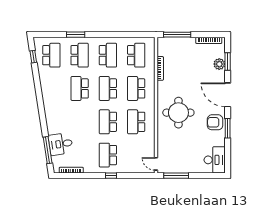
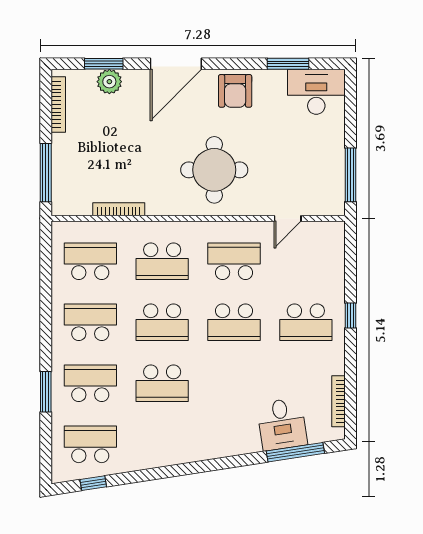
school desk: (136, 122) -> (234, 261), turned 180
window: (228, 128) -> (288, 64), moved
door: (156, 164) -> (288, 218), moved

